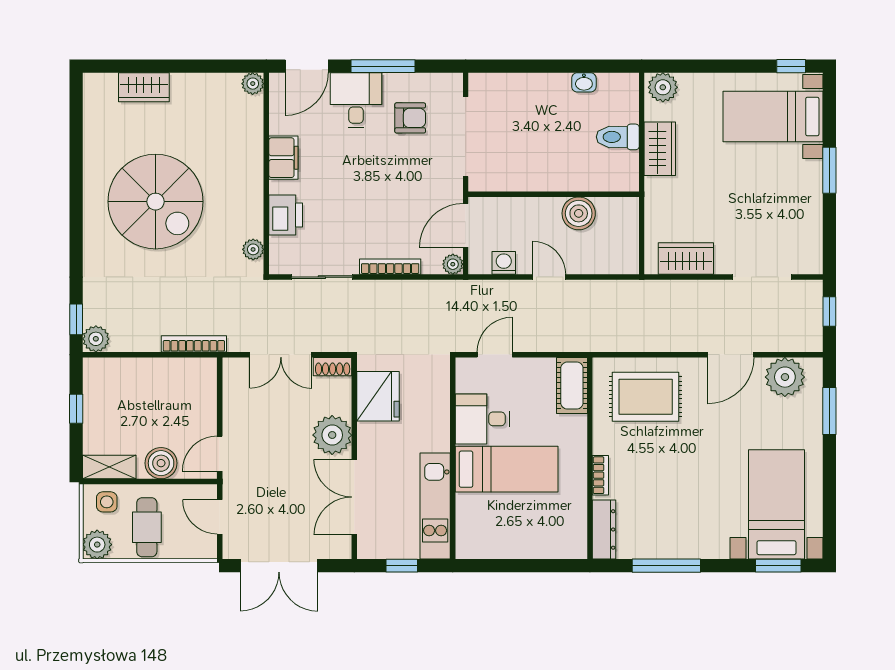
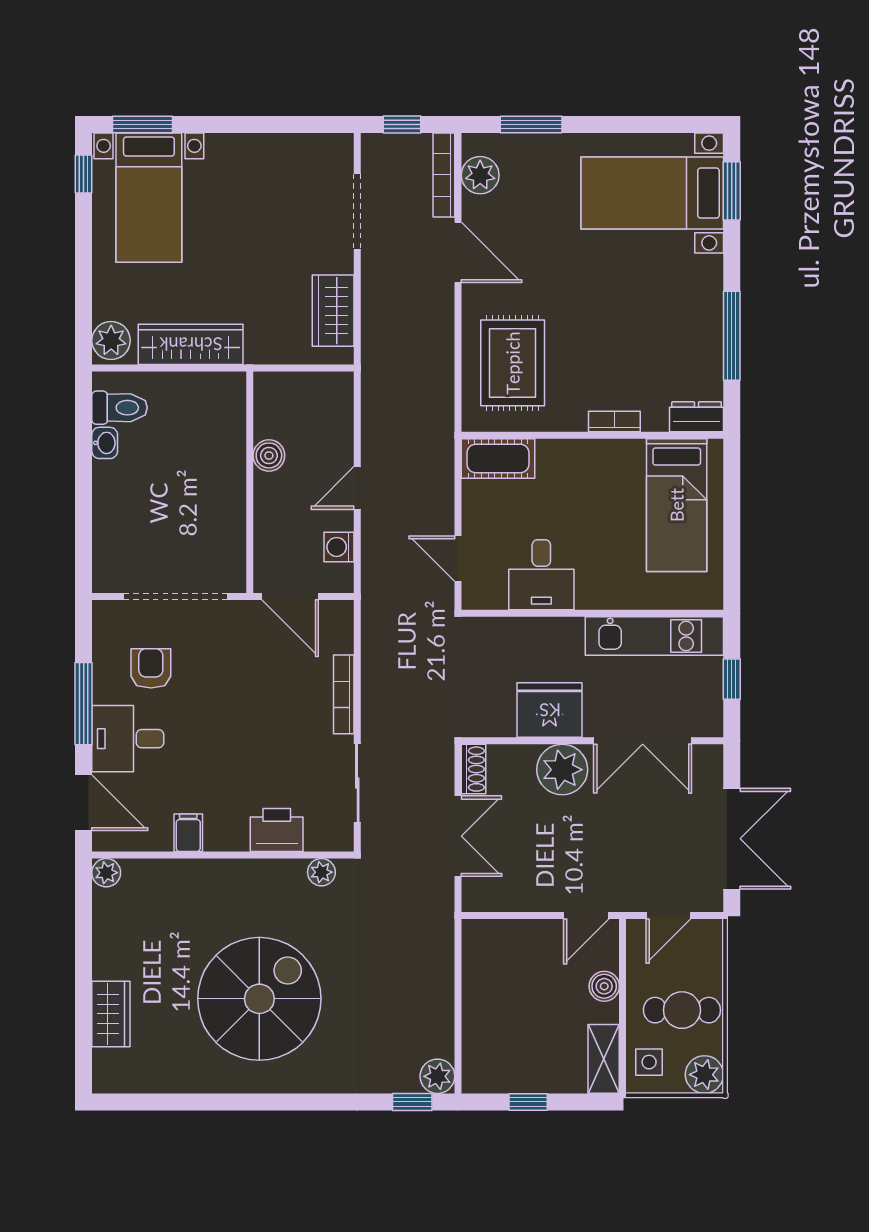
toilet: (618, 137) -> (120, 408), moved, turned -90
wardrobe: (660, 149) -> (191, 344), width x1.50
filing cabinet: (283, 158) -> (188, 833), width x0.50
window: (829, 170) -> (143, 125), moved
boiler: (579, 213) -> (269, 455), width x0.73, depth x0.73
plant: (453, 264) -> (341, 613), removed
bookcase: (194, 344) -> (444, 175), moved
plant: (785, 377) -> (480, 175), width x0.73, depth x0.73
fridge: (378, 396) -> (550, 710), moved
door: (220, 454) -> (586, 915), hinge flipped
boiler: (161, 463) -> (604, 986), width x0.73, depth x0.73
bed: (507, 469) -> (677, 505), moved, turned 180
dresser: (604, 529) -> (697, 417), width x0.70

